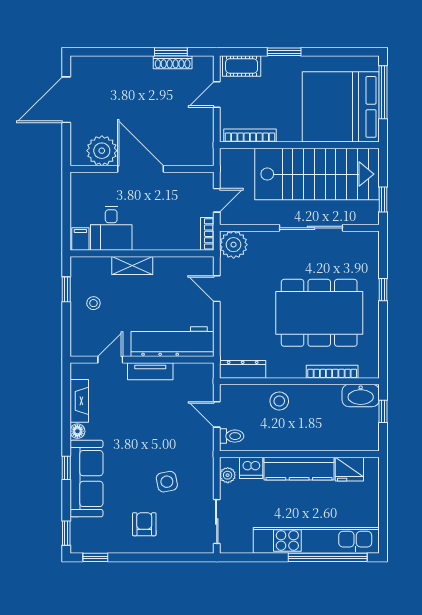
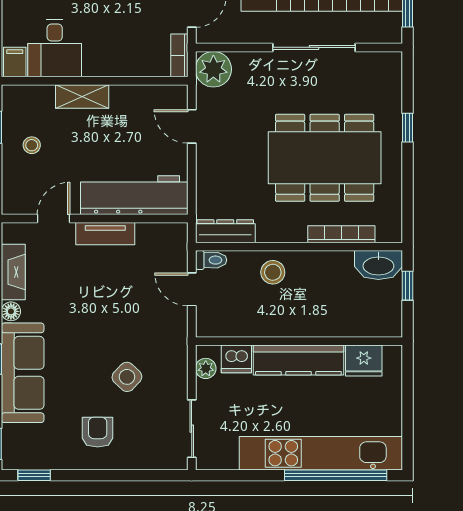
toilet: (232, 436) -> (211, 260), moved
side table: (167, 482) -> (127, 377), turned -36

